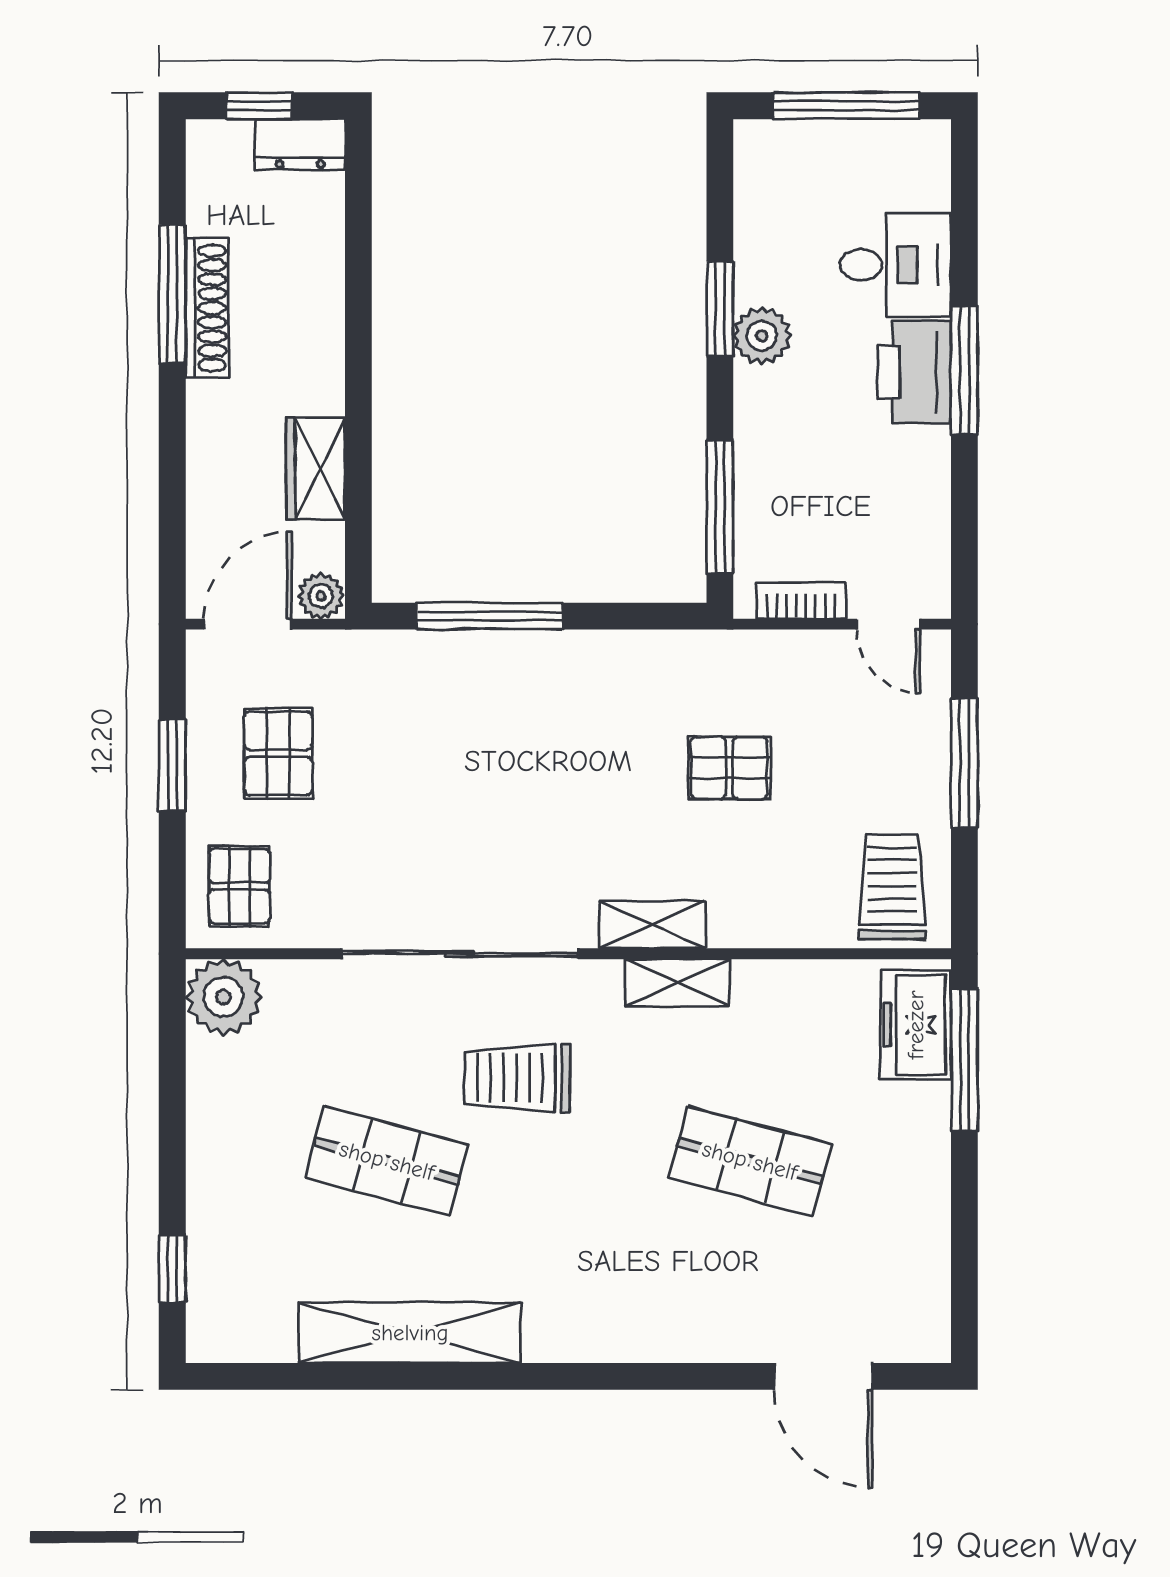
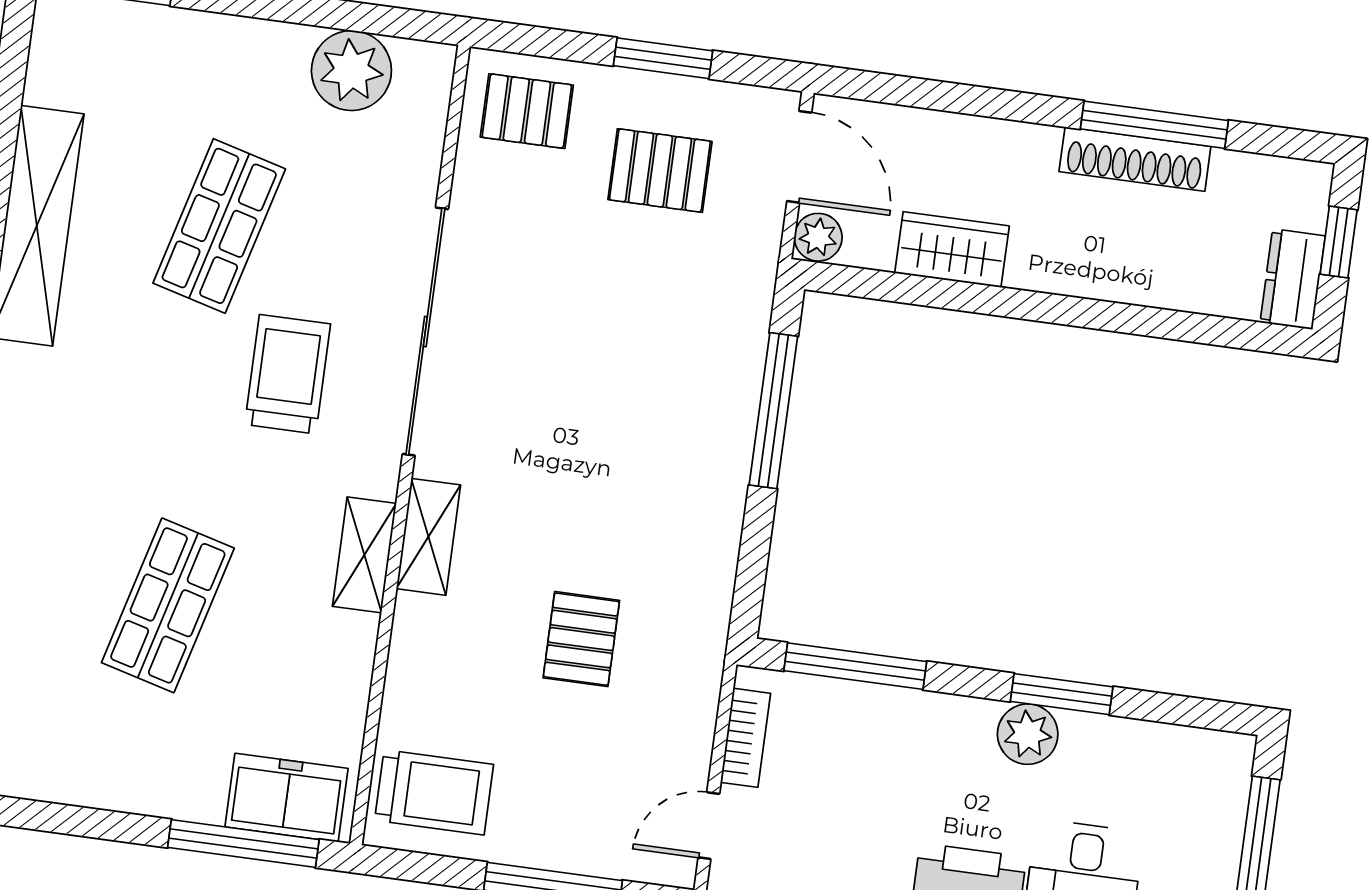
plant: (224, 997) -> (351, 71), moved

